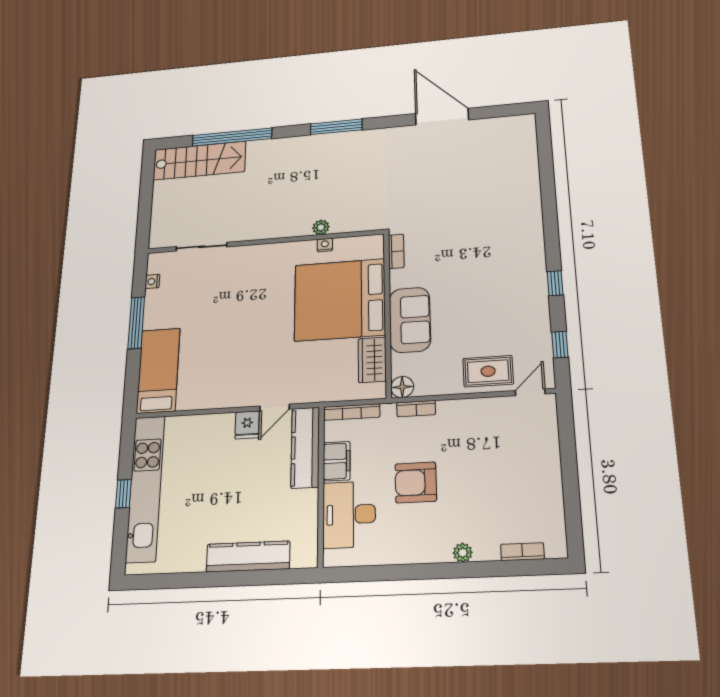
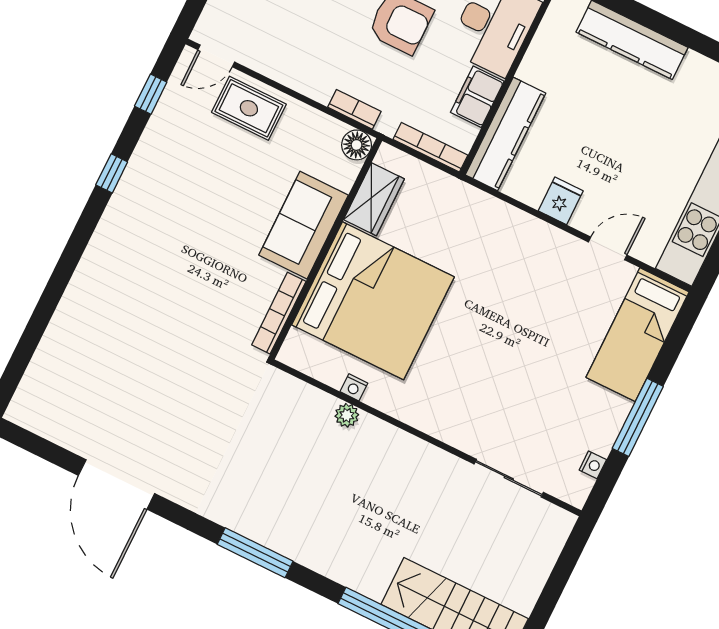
bookcase: (396, 251) -> (279, 313), width x1.56
door: (275, 408) -> (608, 248), moved

